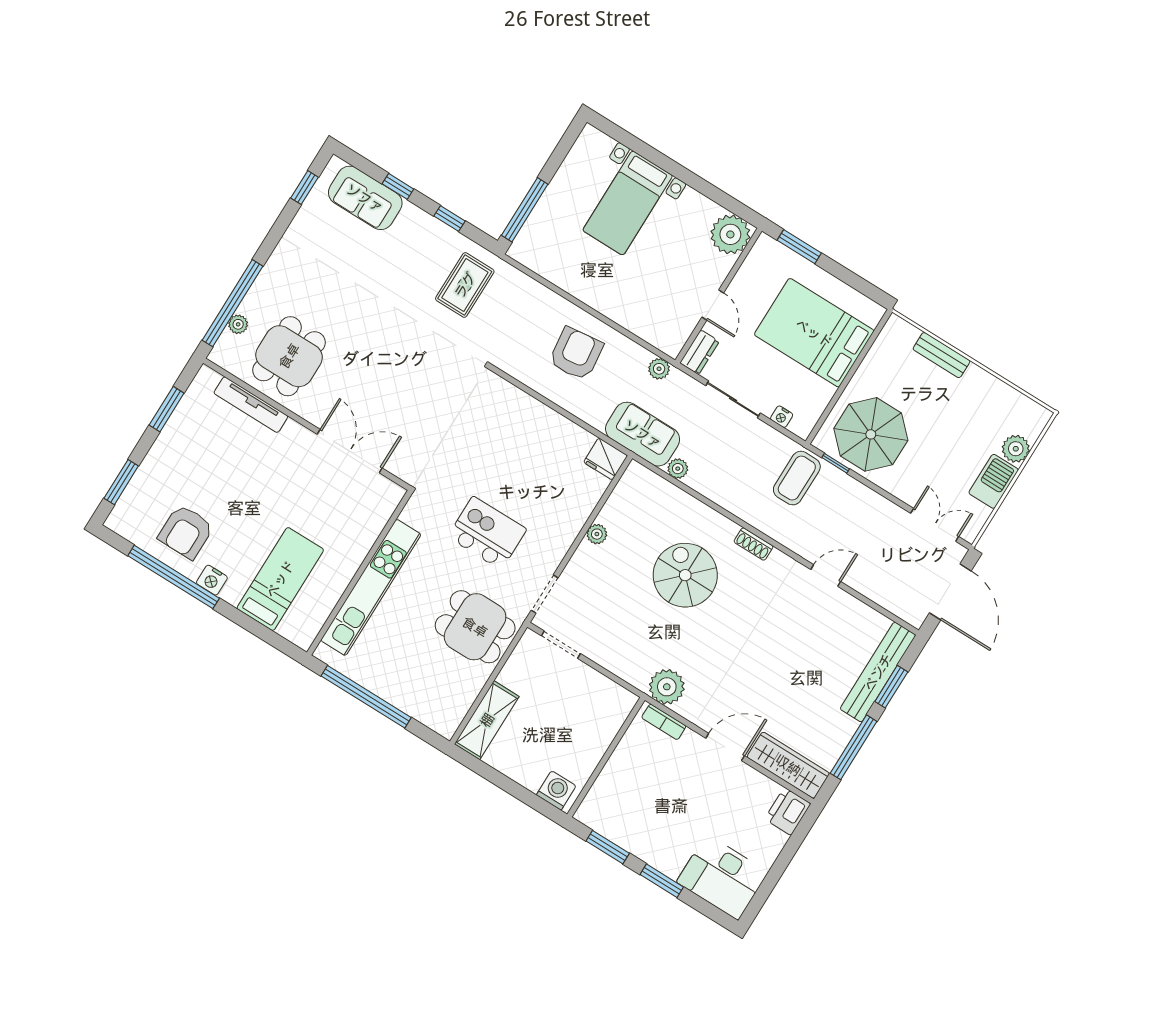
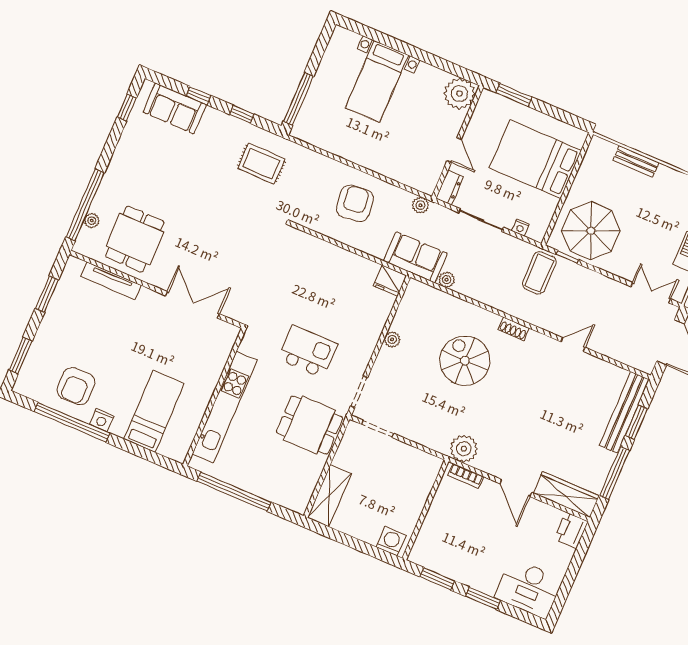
rug: (465, 285) -> (261, 164), turned 90
door: (725, 747) -> (516, 488), swing flipped

